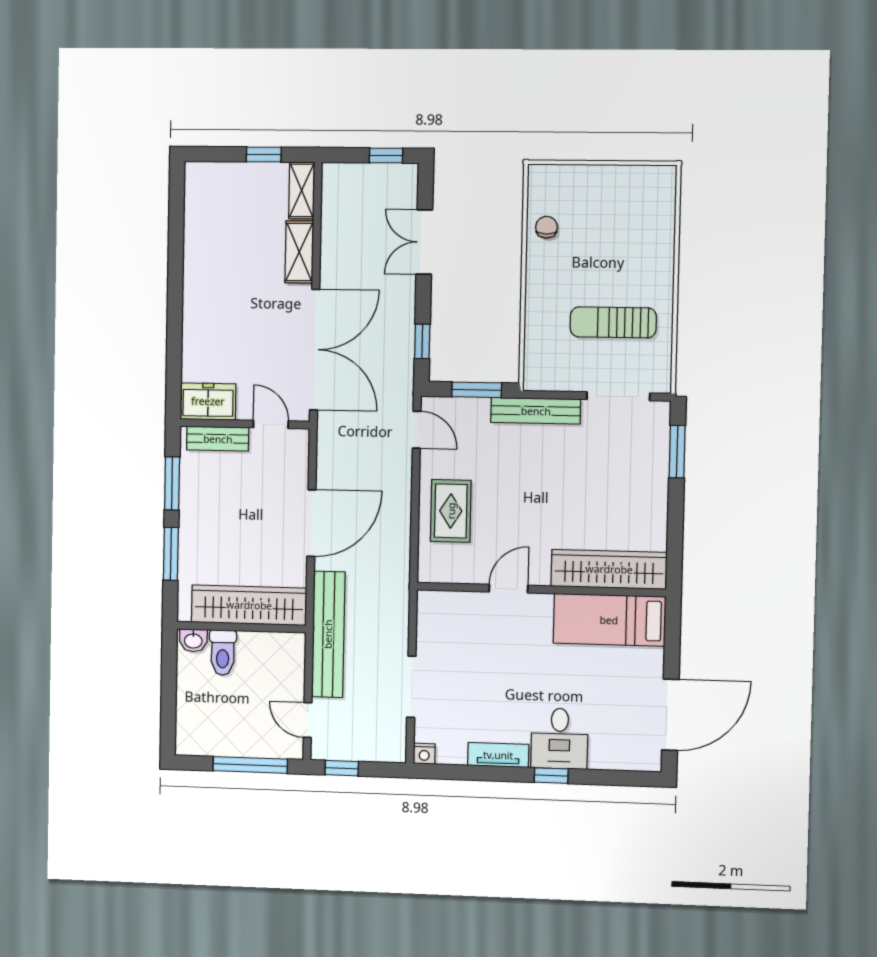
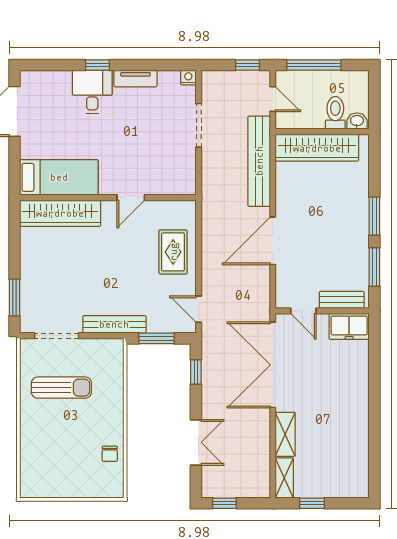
wardrobe: (249, 605) -> (317, 148), moved
wall: (241, 627) -> (322, 132), moved
washbasin: (193, 640) -> (357, 121), moved
toilet: (223, 653) -> (335, 113), moved

